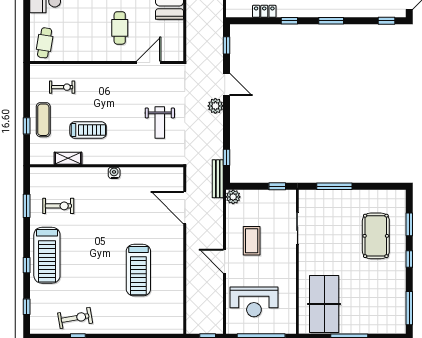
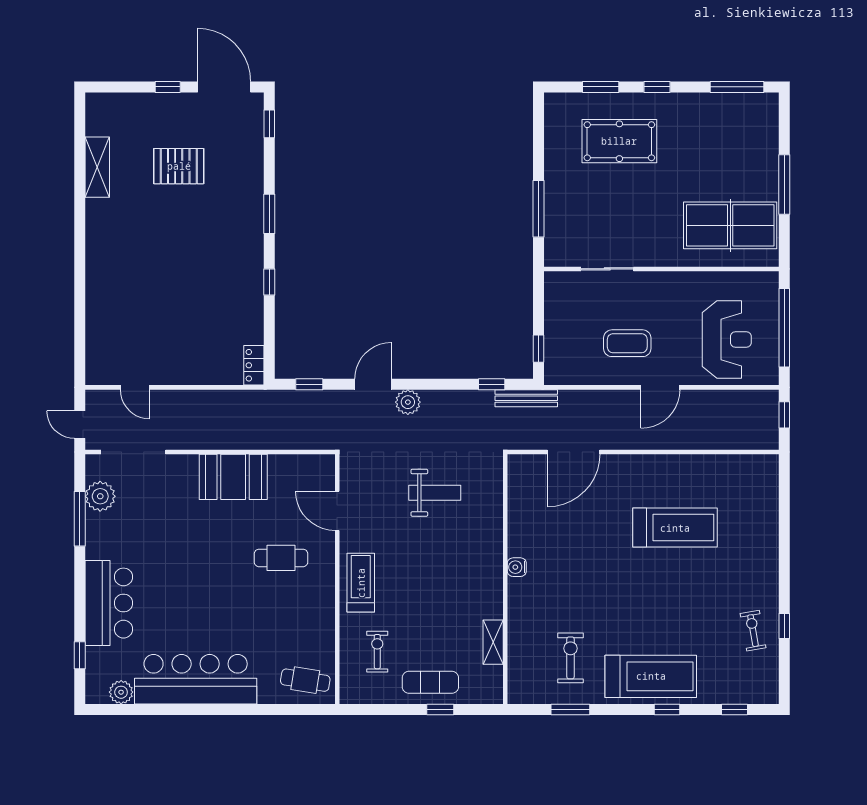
locker: (264, 11) -> (254, 365), moved
treadmill: (88, 130) -> (361, 583), moved
window: (277, 186) -> (539, 349), moved
plant: (233, 197) -> (556, 373), removed
exercise bike: (75, 318) -> (753, 631), width x0.73, depth x0.72

